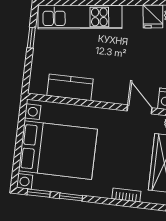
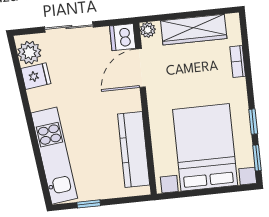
kitchen counter: (70, 87) -> (134, 149), width x1.50
door: (140, 109) -> (141, 68), width x1.38

